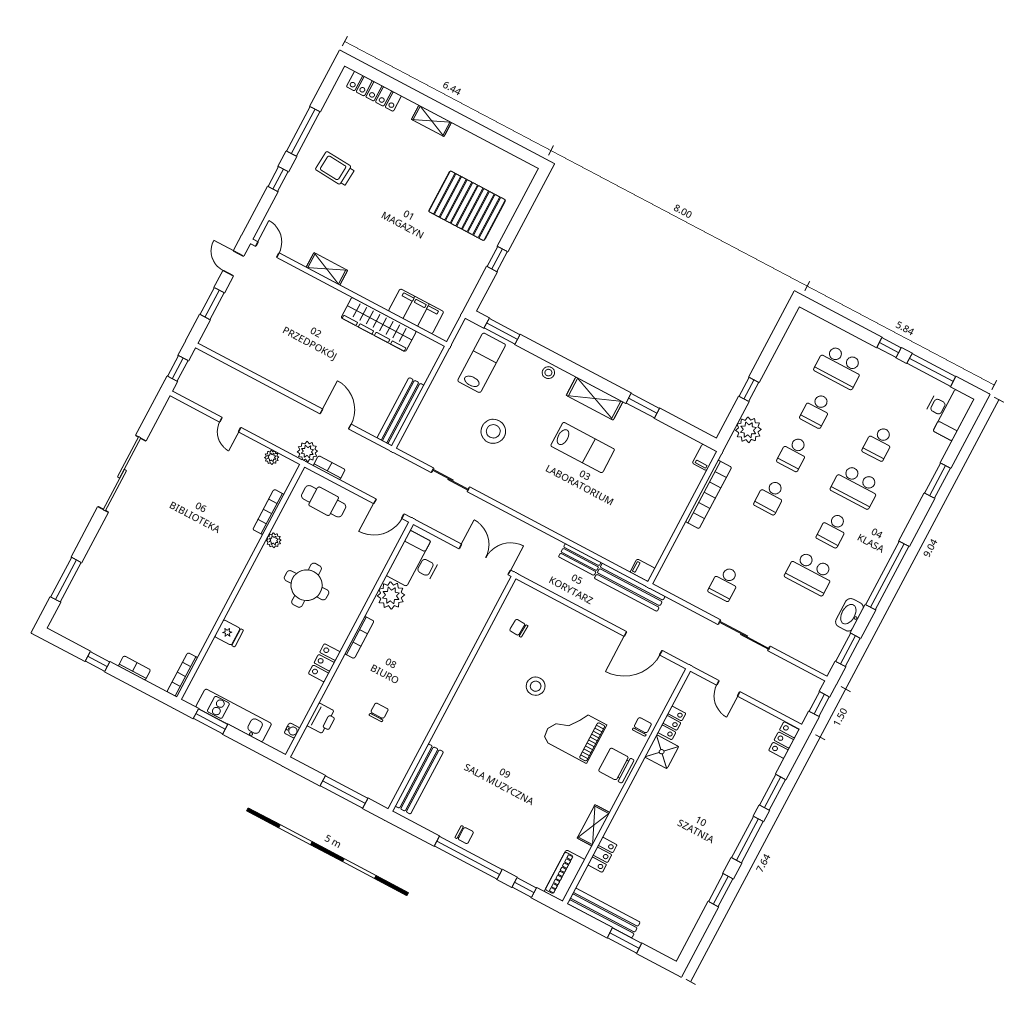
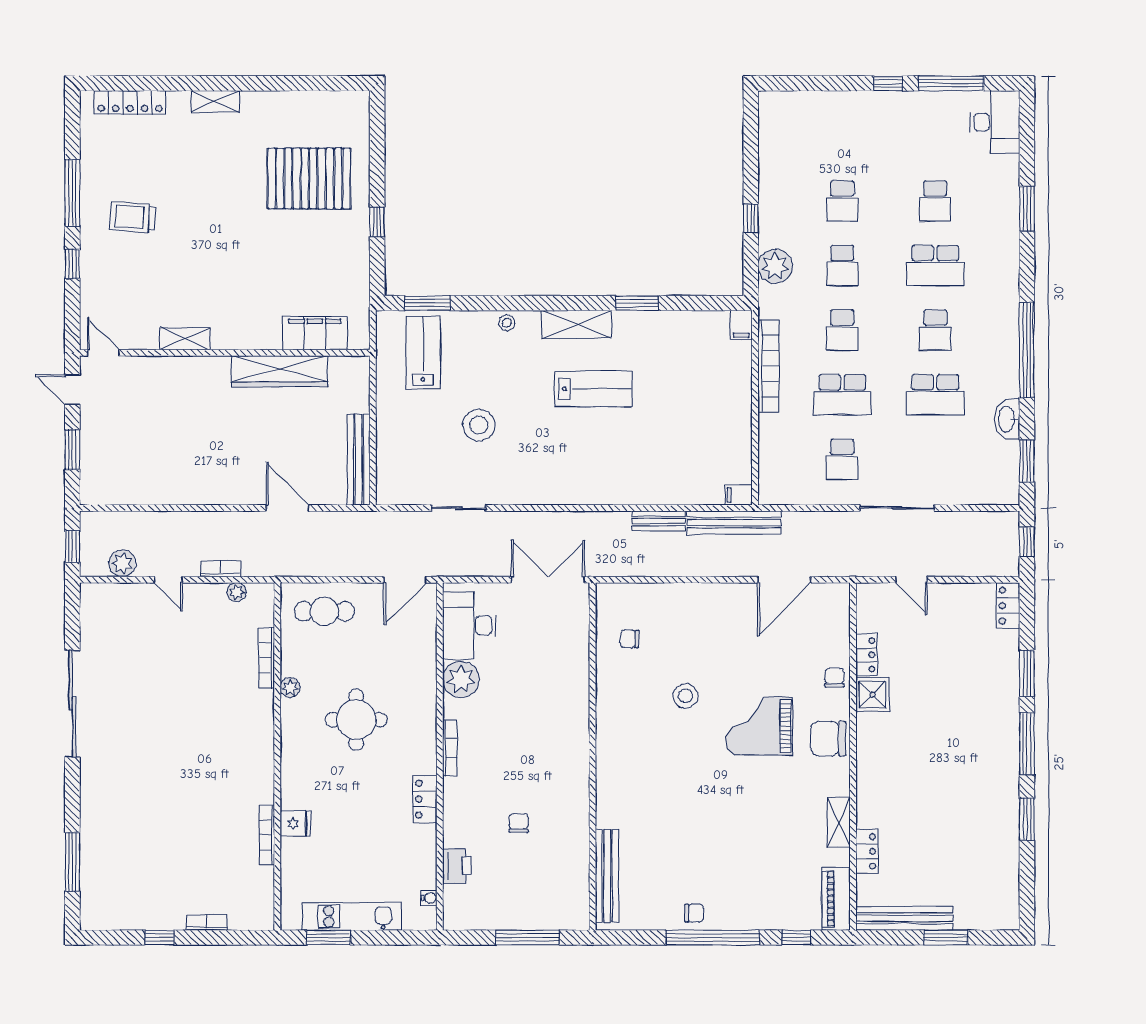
school desk: (839, 367) -> (842, 395), moved
plant: (307, 451) -> (122, 563), moved
bookcase: (329, 468) -> (221, 569), moved
bookcase: (182, 675) -> (267, 835), moved

